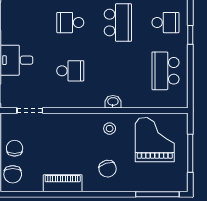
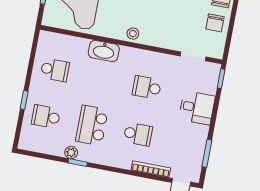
school desk: (165, 71) -> (55, 70), width x0.54
washbasin: (113, 102) -> (104, 51), width x1.91, depth x1.45
stool: (110, 129) -> (133, 34), moved

